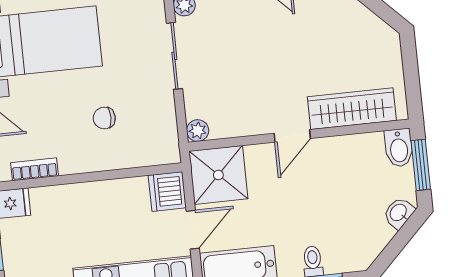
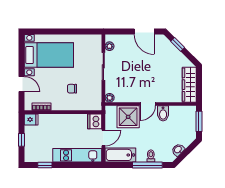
wardrobe: (352, 109) -> (189, 85), moved, turned -90
bidet: (399, 148) -> (163, 113), moved
shower: (218, 175) -> (128, 117), moved
washbasin: (399, 213) -> (178, 150), moved

